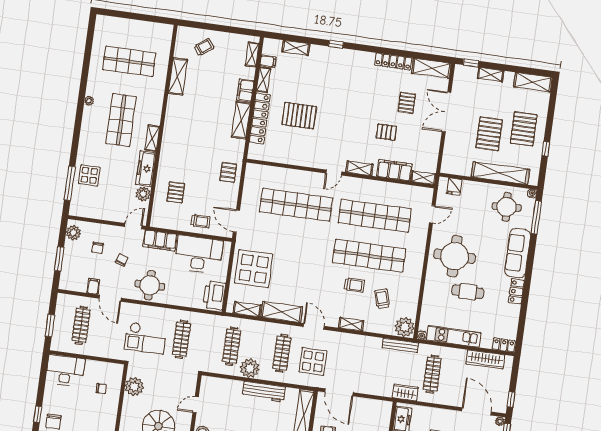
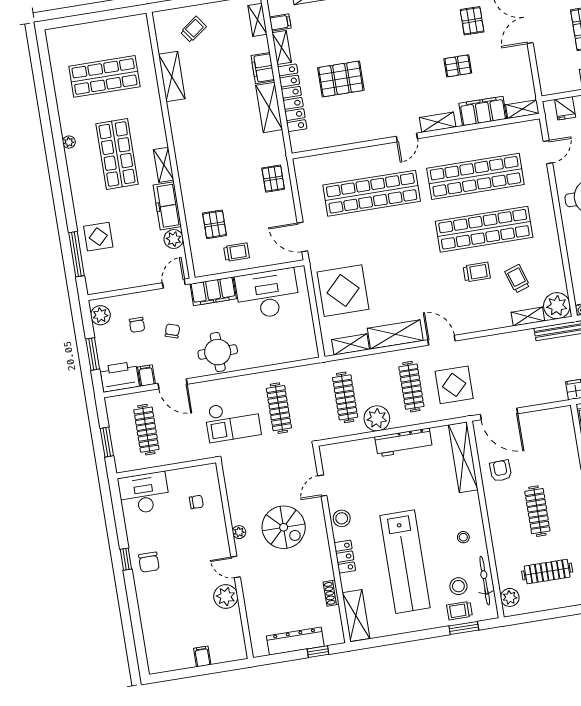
trolley: (201, 221) -> (236, 252), moved
printer: (214, 295) -> (119, 377), moved, turned 90
shelving: (351, 324) -> (528, 317), moved
plant: (134, 387) -> (239, 532), moved, width x0.53, depth x0.53

